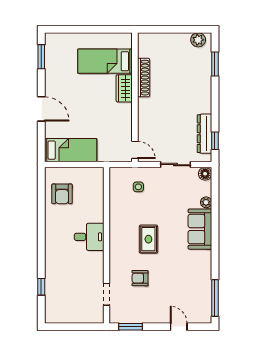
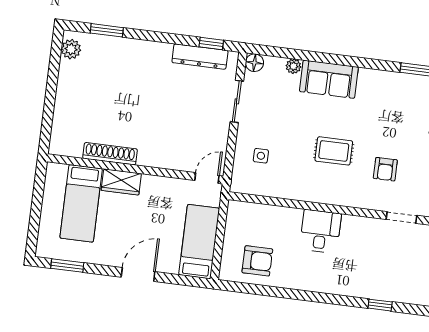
bed: (105, 61) -> (81, 203), moved
shoe rack: (144, 78) -> (110, 154), moved
wardrobe: (124, 88) -> (121, 182), moved
wall: (135, 97) -> (135, 169), moved
door: (135, 150) -> (207, 178), moved

